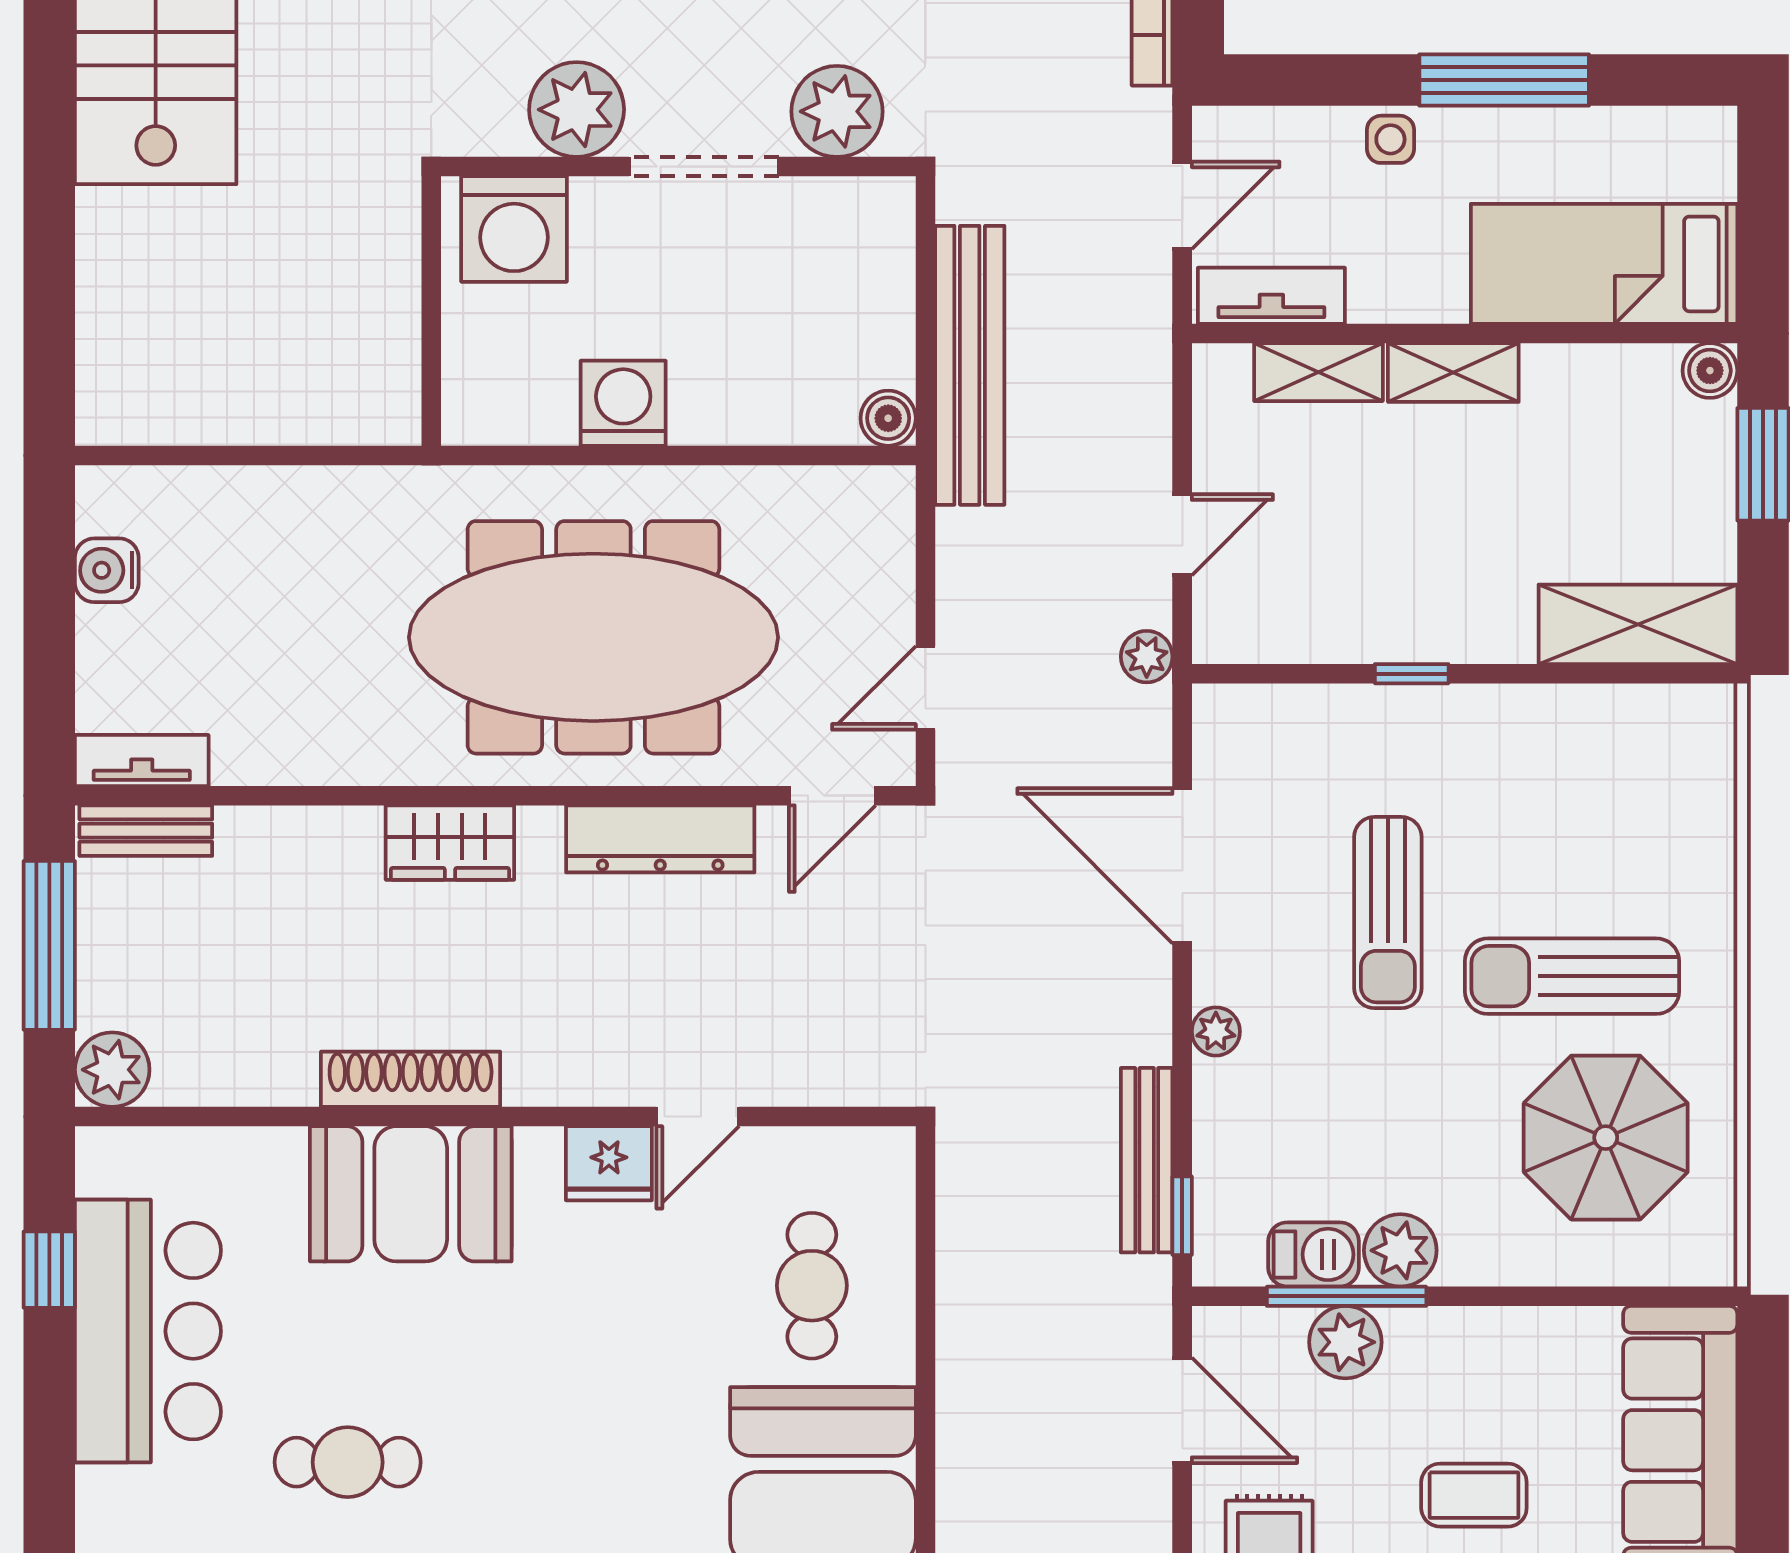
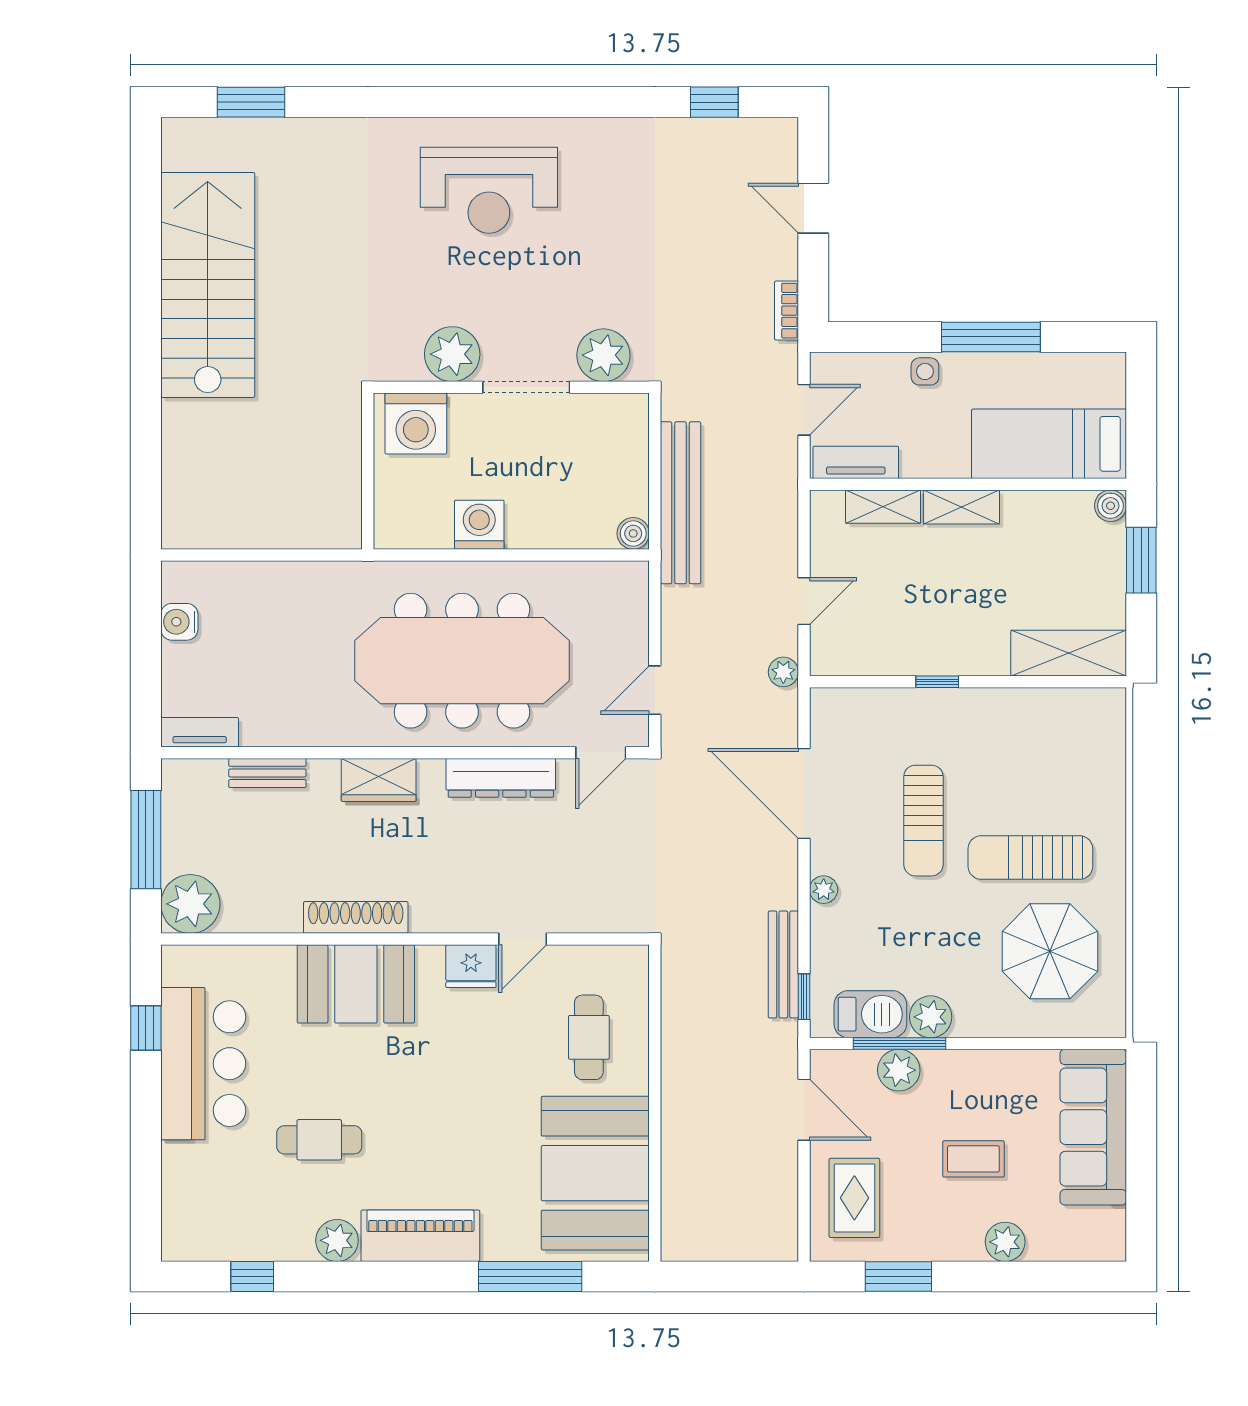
bench: (146, 831) -> (267, 773), moved
plant: (112, 1070) -> (190, 904), width x1.36, depth x1.36
barbecue: (1314, 1254) -> (870, 1014), width x1.38, depth x1.27

